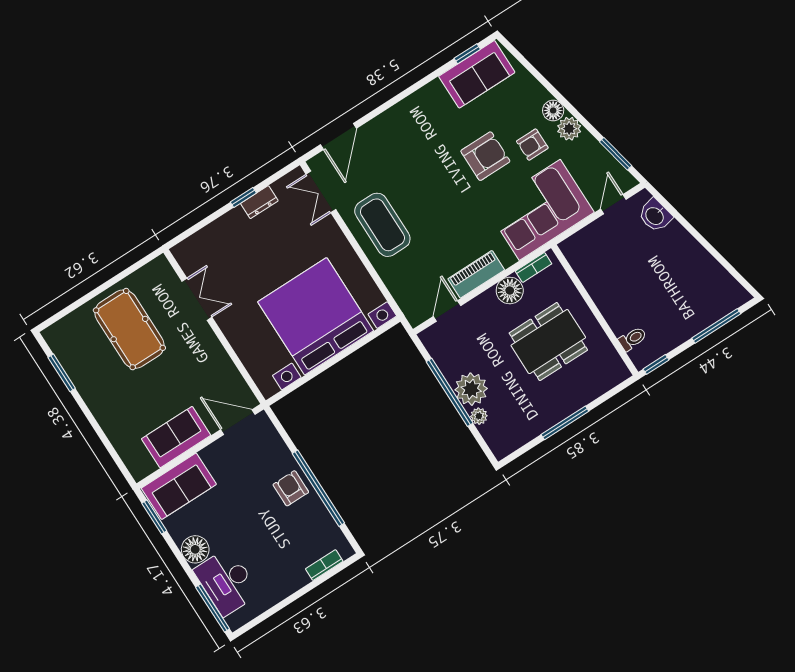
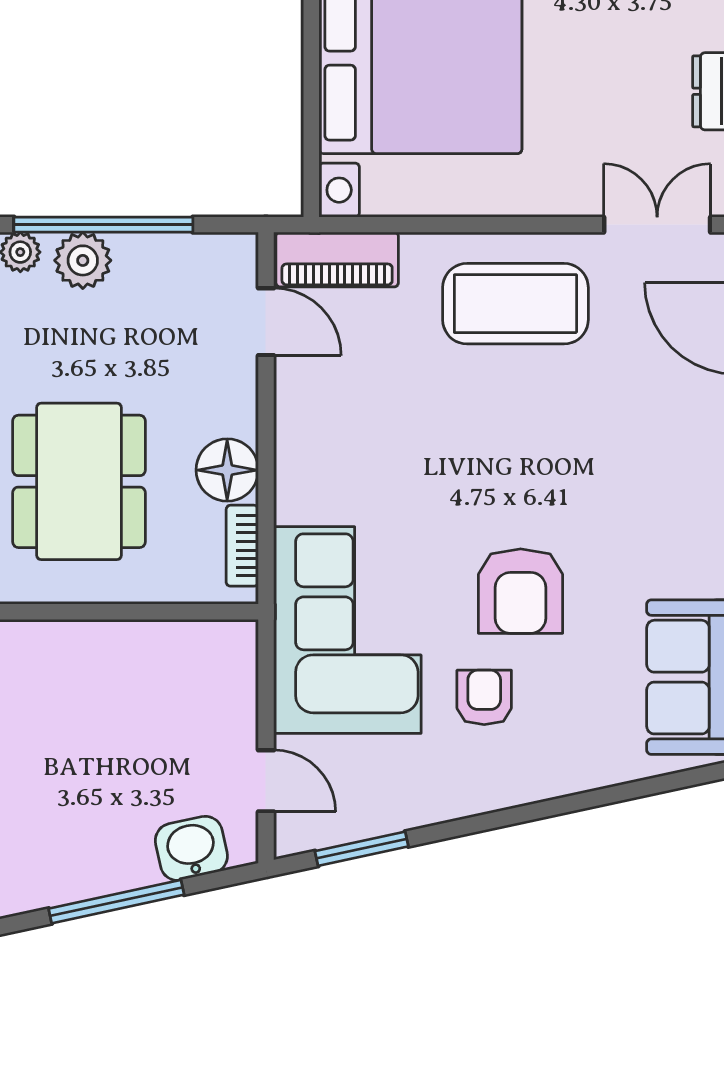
floor lamp: (553, 111) -> (525, 781), removed
plant: (569, 129) -> (469, 789), removed
window: (692, 230) -> (116, 902), added
piano: (476, 274) -> (337, 260), moved, turned 90
plant: (471, 389) -> (83, 260), width x0.73, depth x0.73

